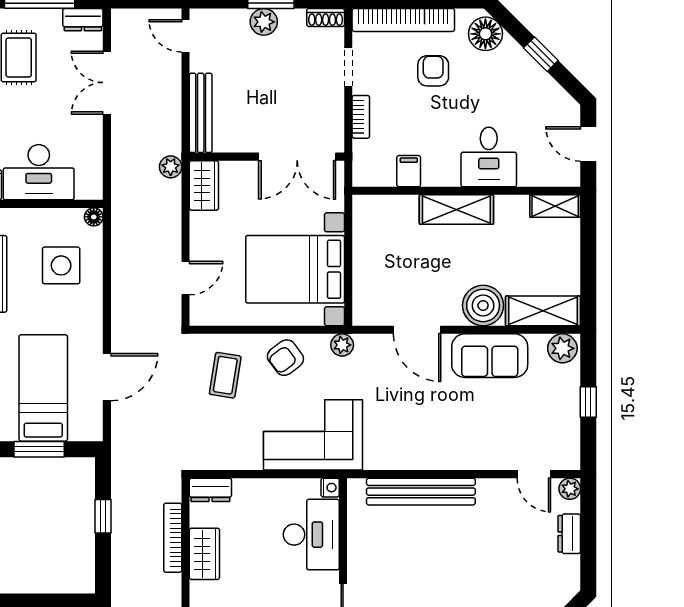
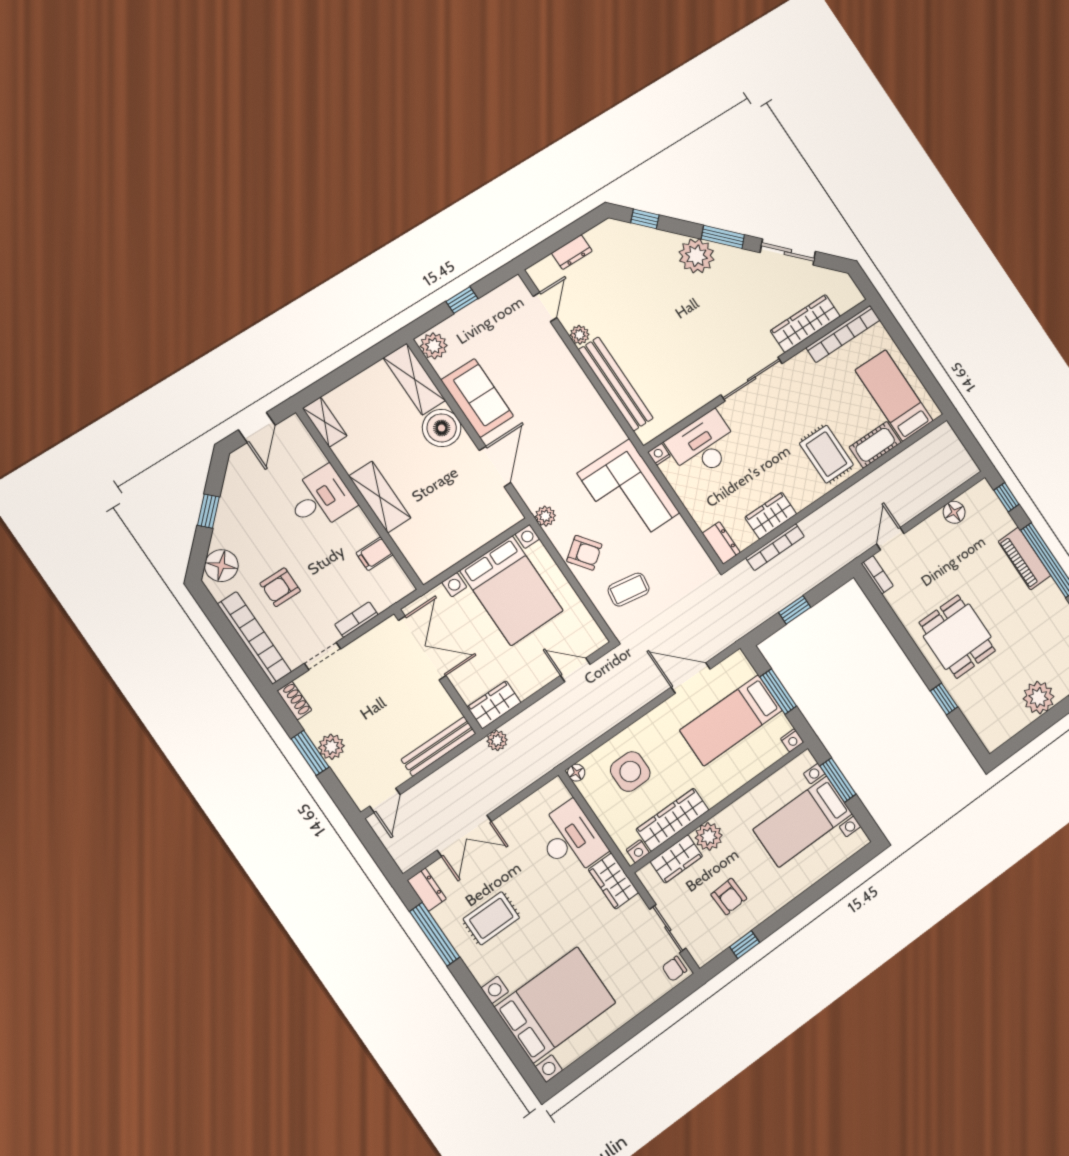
plant: (570, 489) -> (580, 335), moved

